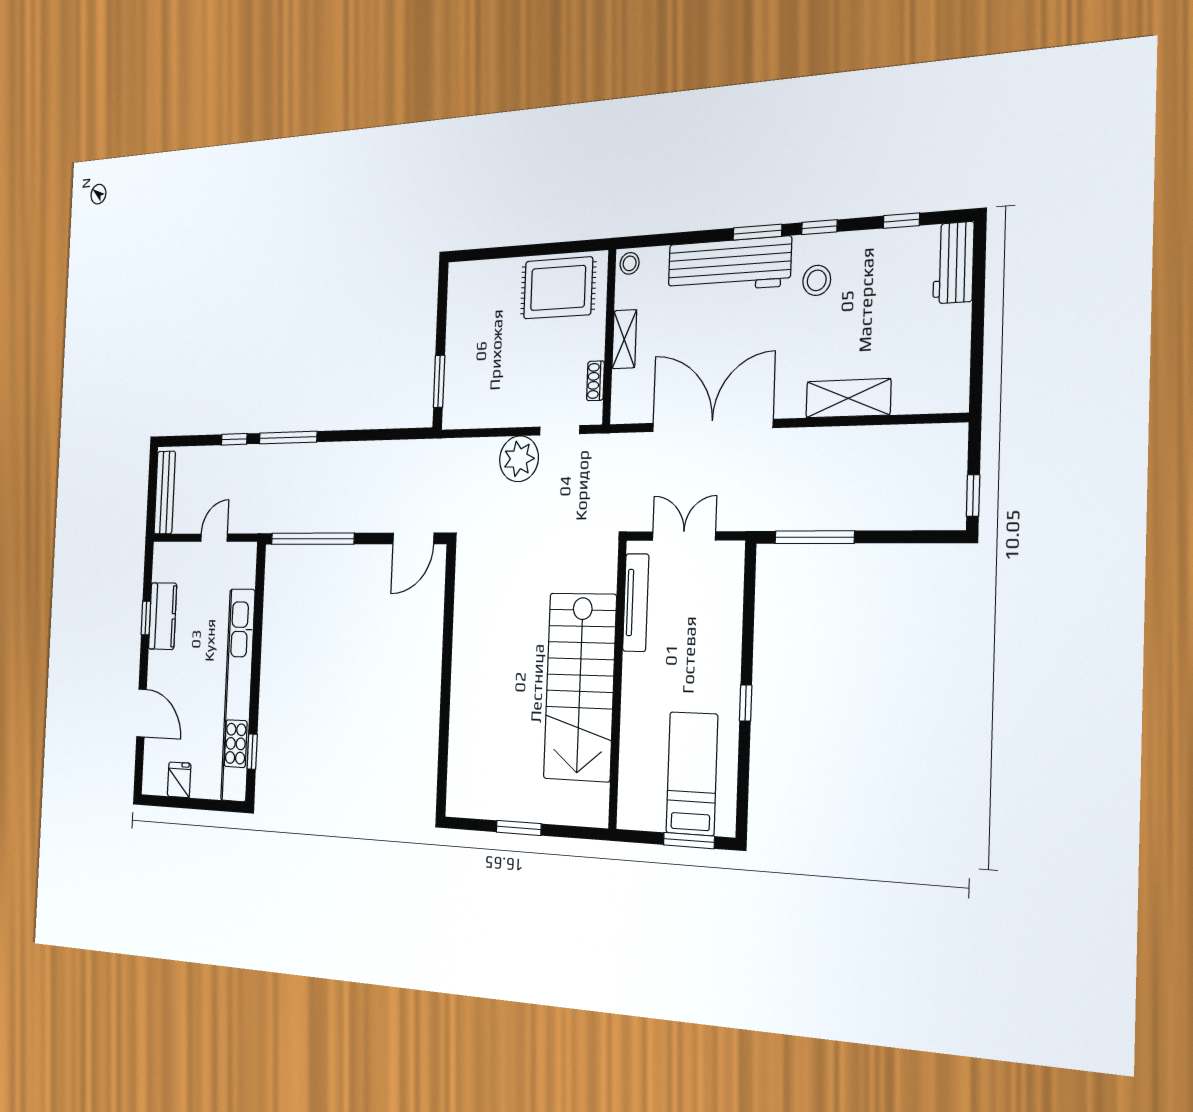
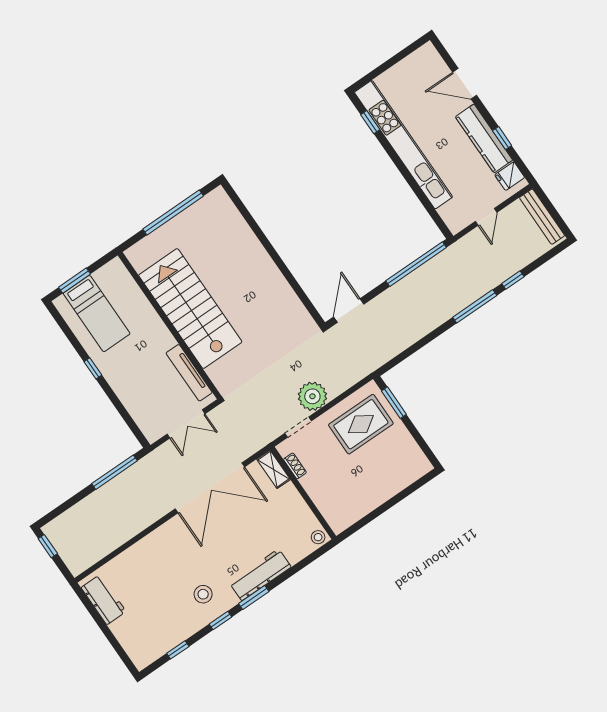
workbench: (953, 263) -> (104, 600), moved
workbench: (729, 265) -> (260, 575), width x0.73, depth x0.76
rug: (558, 288) -> (361, 424), moved
shelving: (624, 339) -> (273, 469), moved
shelving: (848, 398) -> (145, 549), removed
kitchen counter: (163, 616) -> (484, 138), width x1.50
fridge: (179, 780) -> (510, 176), moved, turned 90
window: (519, 828) -> (173, 212), width x2.11

